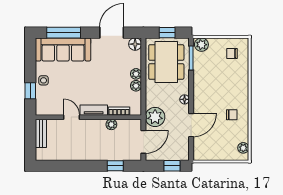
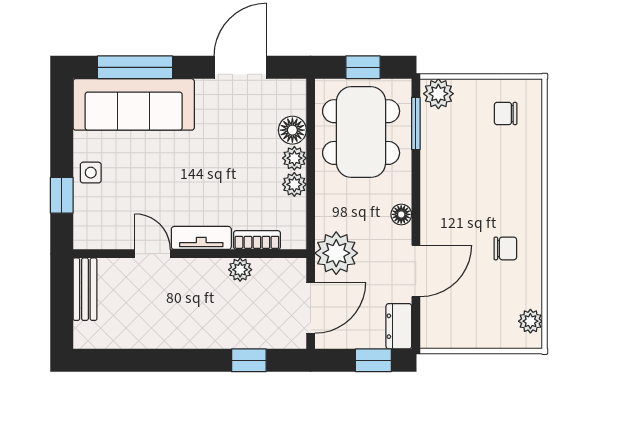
floor lamp: (135, 44) -> (292, 130), moved
dresser: (183, 150) -> (399, 326), added

